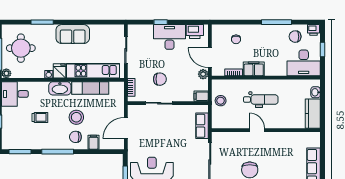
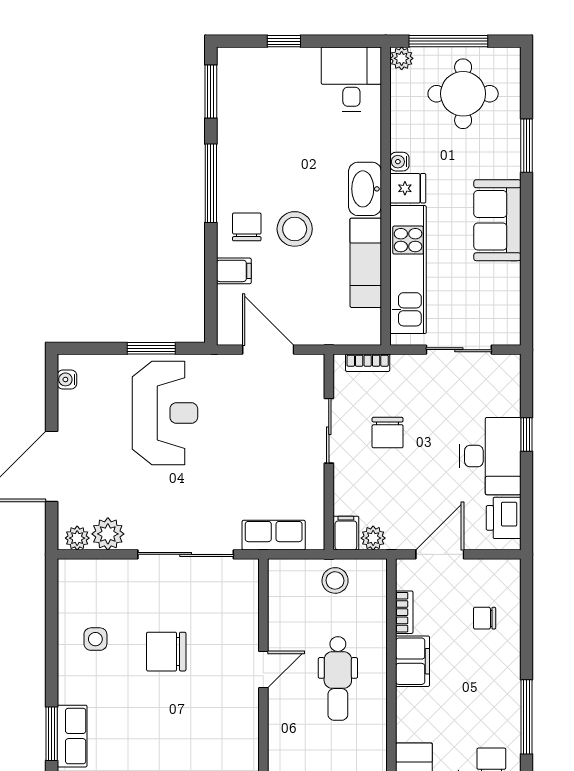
plant: (203, 74) -> (373, 538), moved
trolley: (40, 117) -> (294, 140), removed

